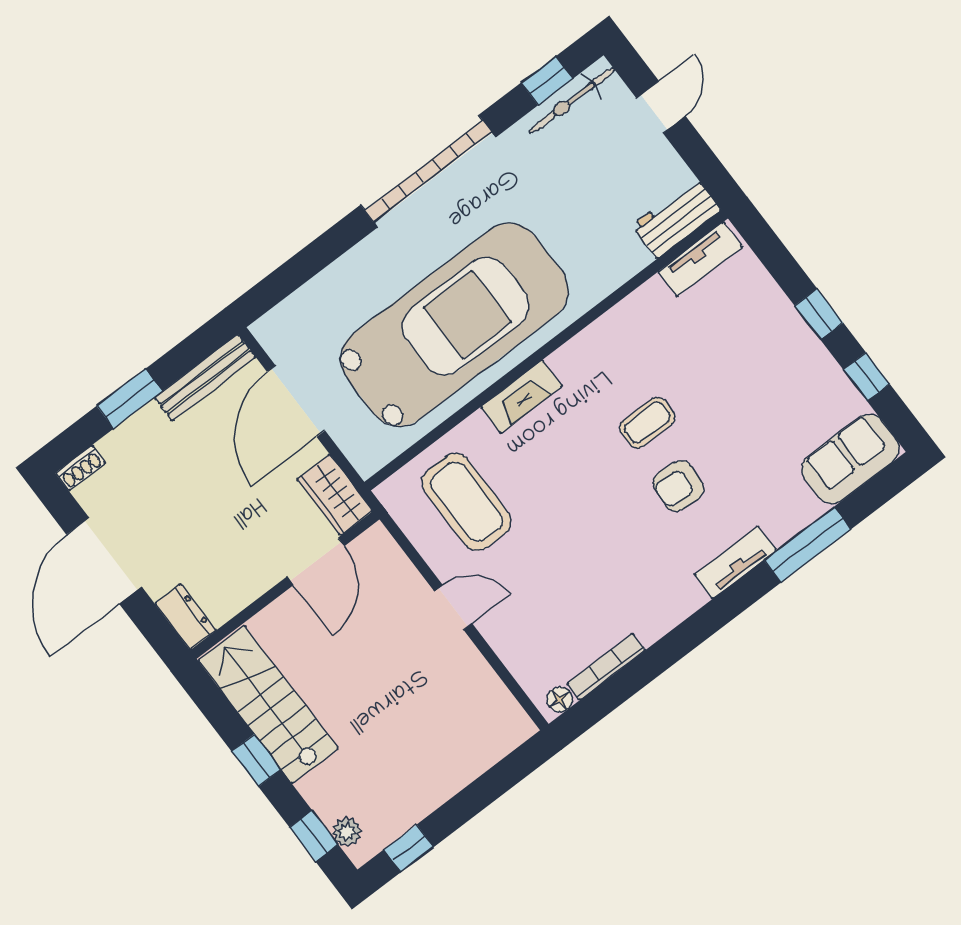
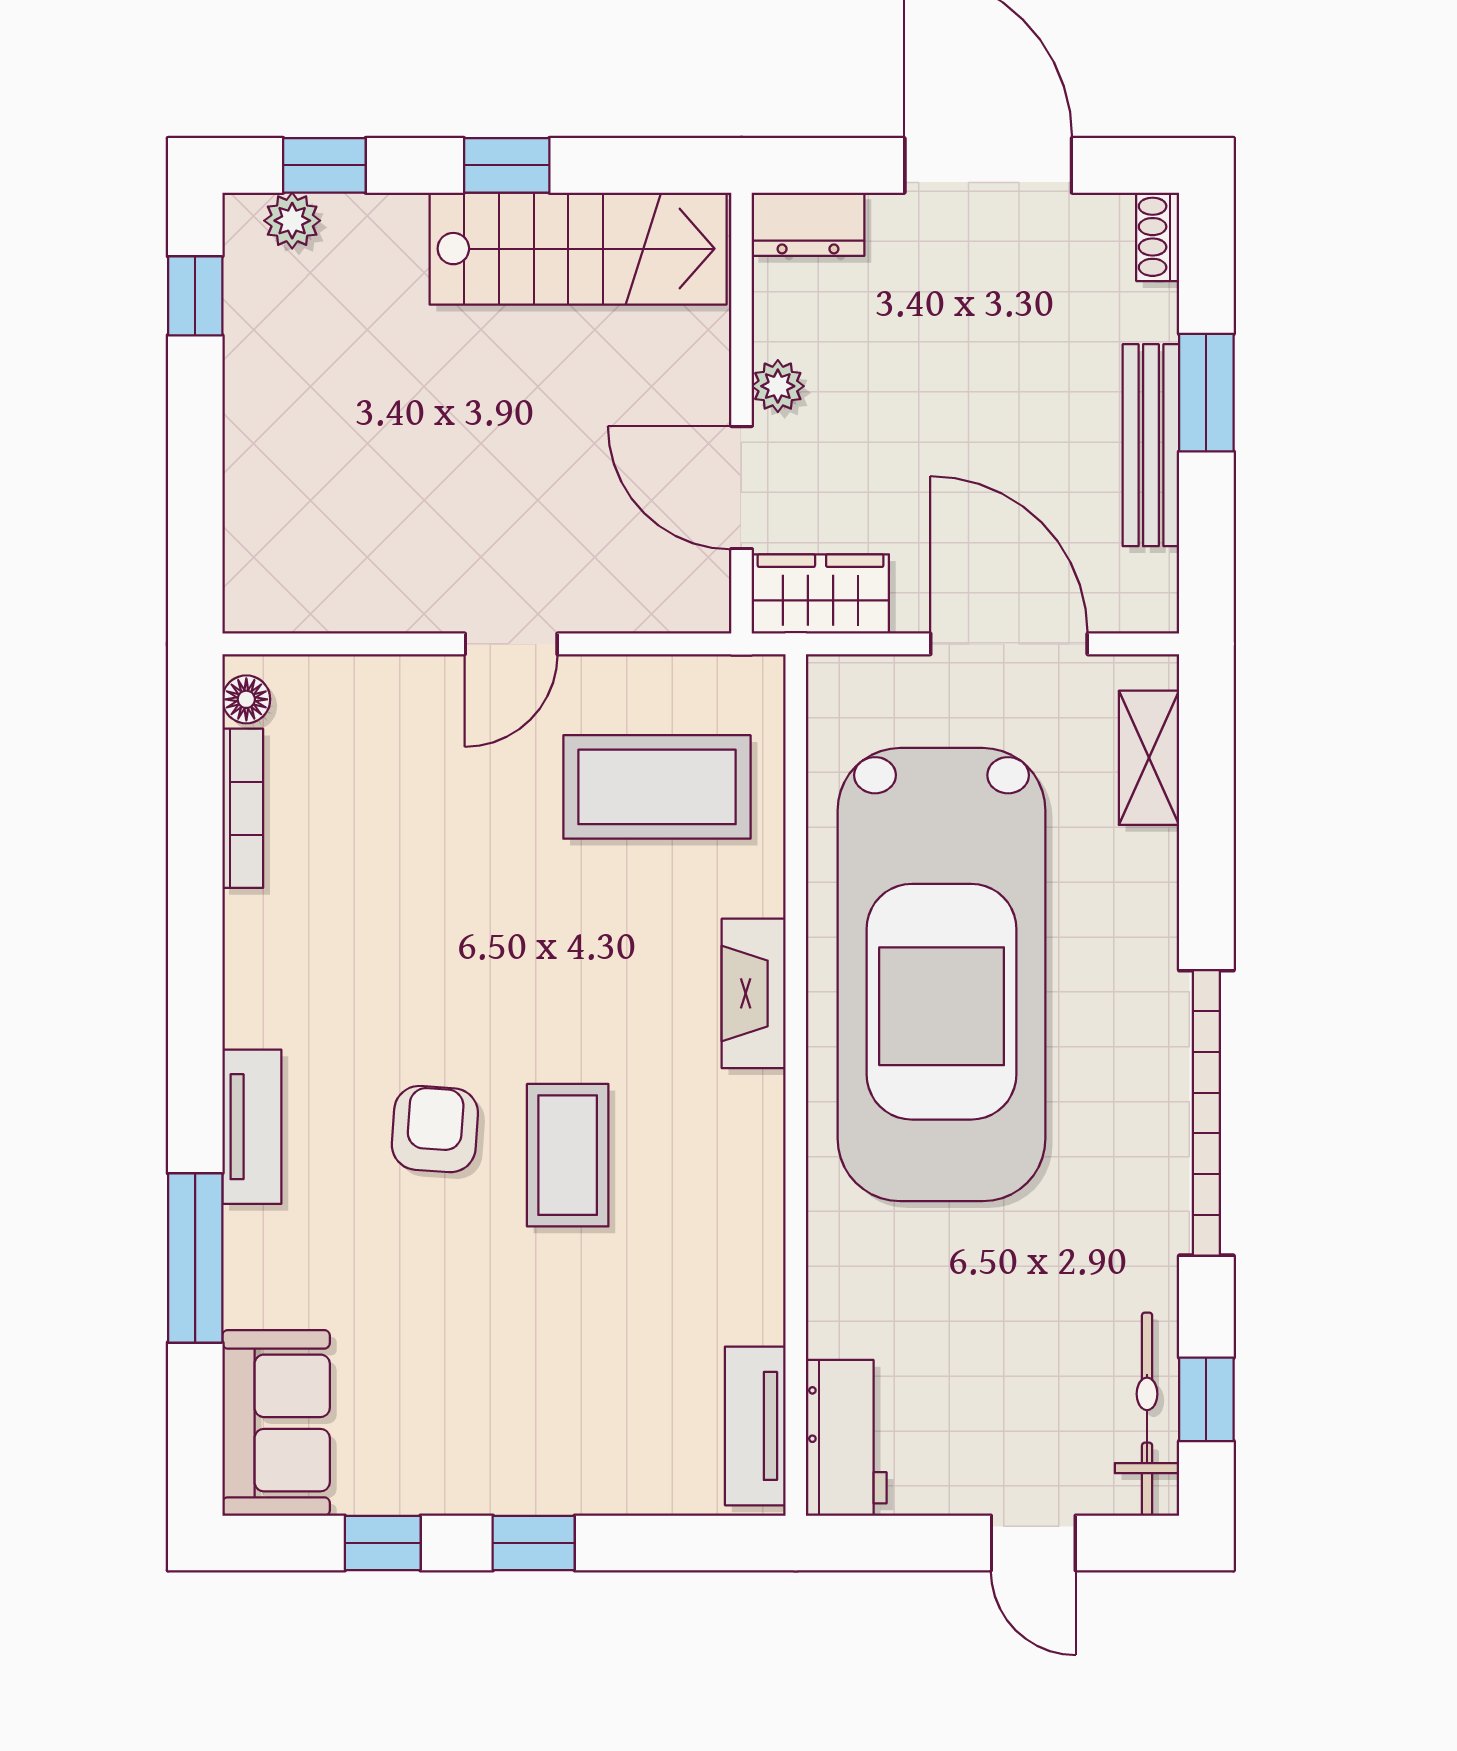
shelving: (299, 307) -> (1149, 758), added
bench: (205, 377) -> (1151, 445), moved
coffee table: (647, 423) -> (568, 1155), width x1.36, depth x1.30
plant: (262, 578) -> (778, 386), added

